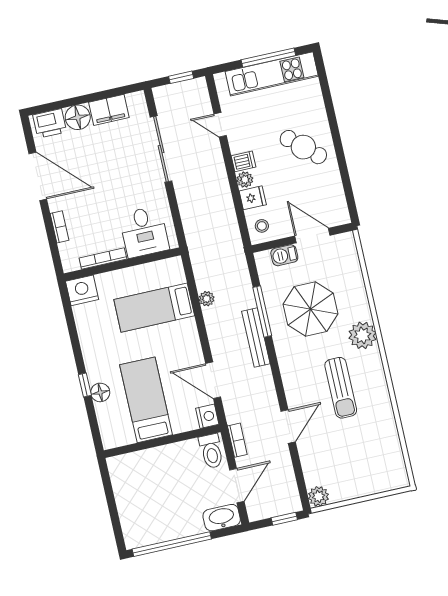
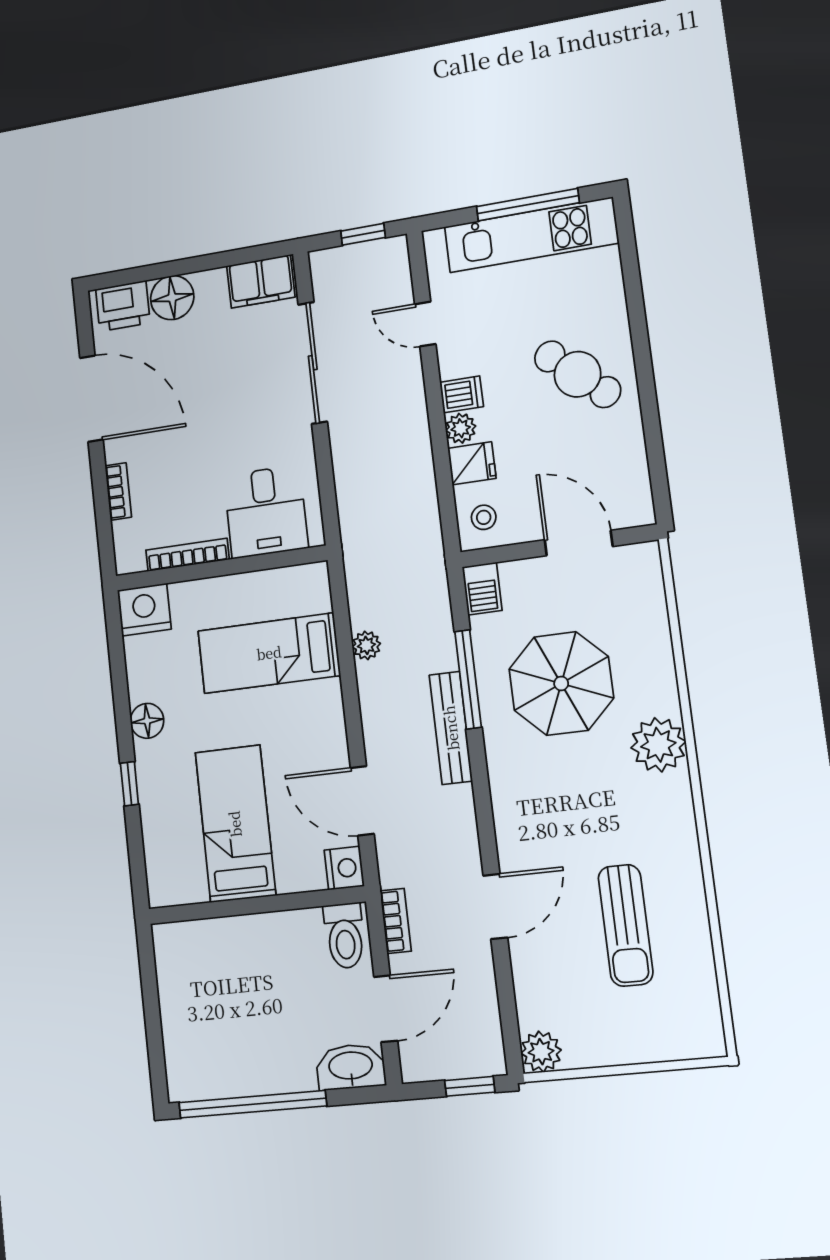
filing cabinet: (109, 110) -> (261, 281), moved
barbecue: (284, 255) -> (482, 589), moved, turned -90
sun lounger: (341, 388) -> (626, 925), moved
floor lamp: (100, 392) -> (147, 721), moved

